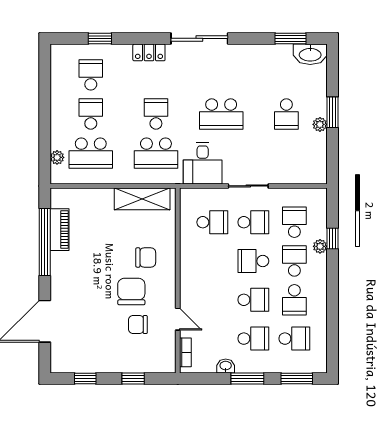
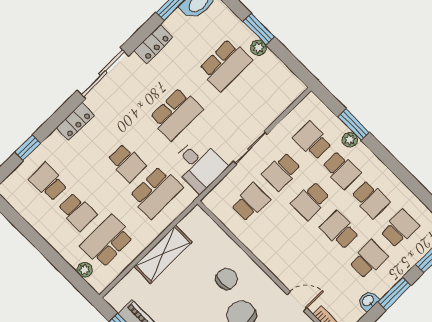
locker: (252, 53) -> (154, 44), added
school desk: (91, 114) -> (77, 212), turned 180
school desk: (156, 114) -> (127, 163), turned 180
school desk: (286, 114) -> (225, 65), width x1.85
school desk: (91, 153) -> (107, 241), turned 180
shelving: (142, 199) -> (163, 254), moved
school desk: (253, 222) -> (281, 171), turned 180
window: (332, 239) -> (353, 124), width x1.50
school desk: (294, 261) -> (341, 170), turned 180
school desk: (253, 300) -> (340, 230), turned -90

